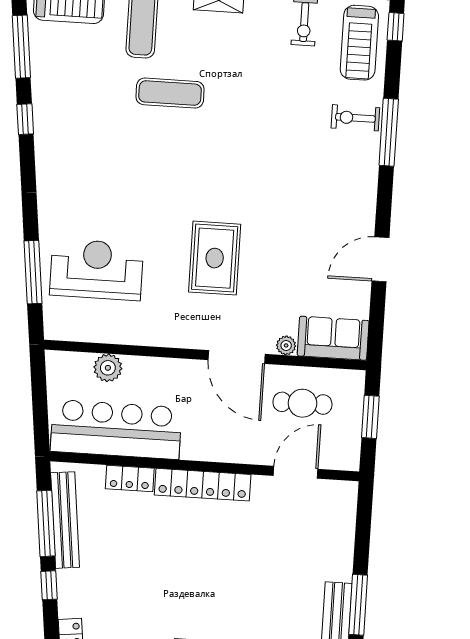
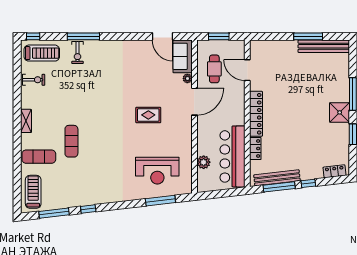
rug: (215, 258) -> (148, 115), width x0.73, depth x0.70
door: (380, 259) -> (162, 36), moved
reception desk: (97, 270) -> (157, 171), turned -90

